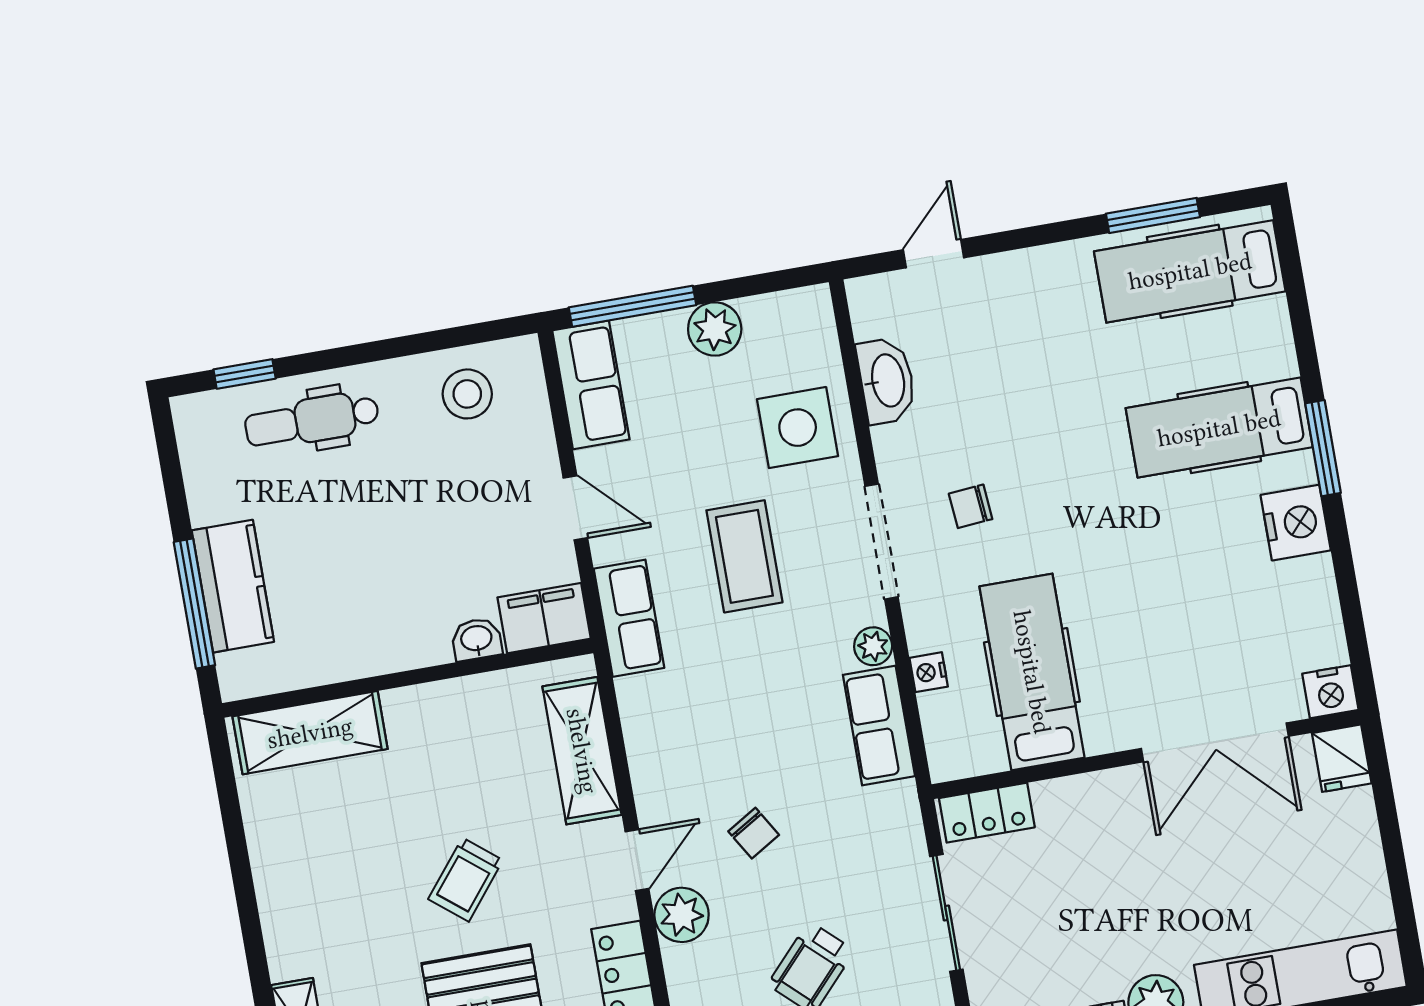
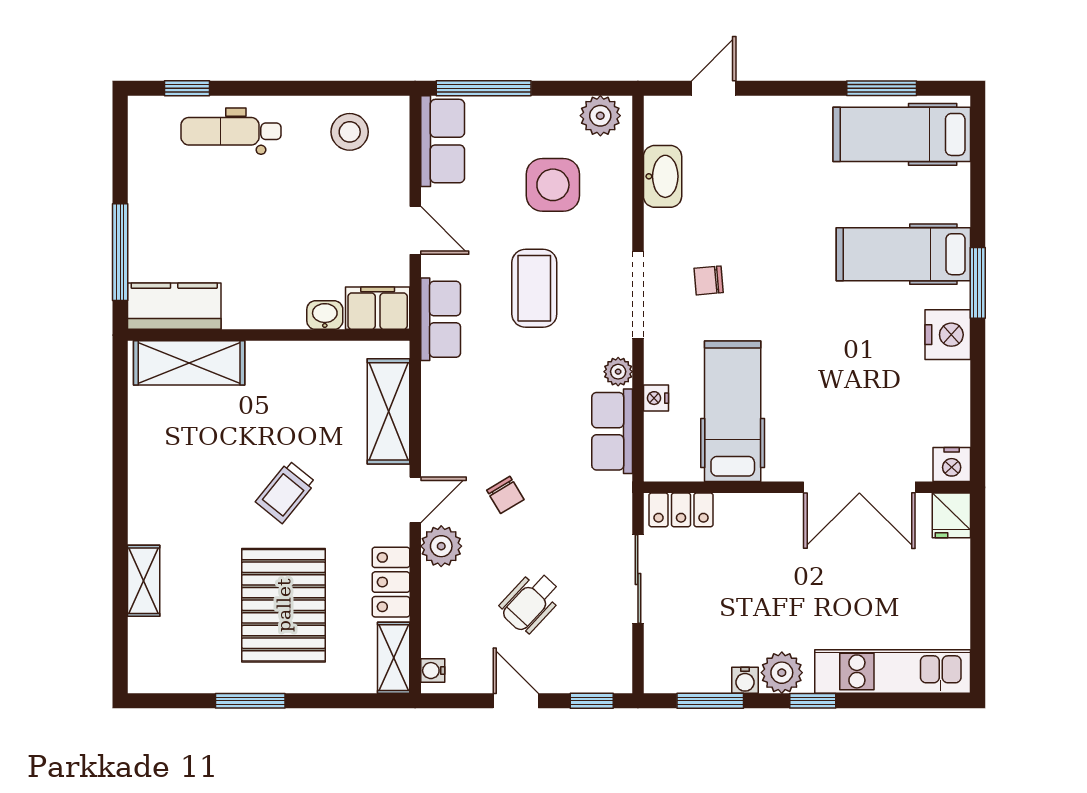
plant: (715, 329) -> (600, 116), moved
side table: (798, 428) -> (553, 185), moved
kitchen counter: (233, 586) -> (174, 306), moved, turned -90

